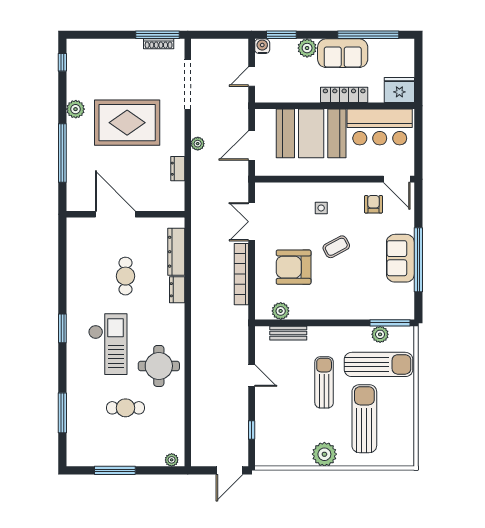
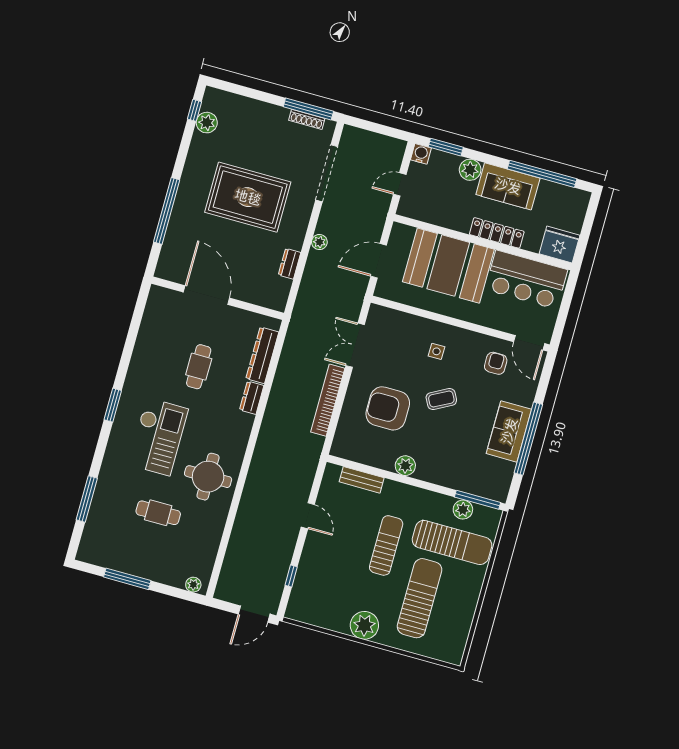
plant: (76, 109) -> (207, 123), moved
plant: (281, 311) -> (405, 466), moved

